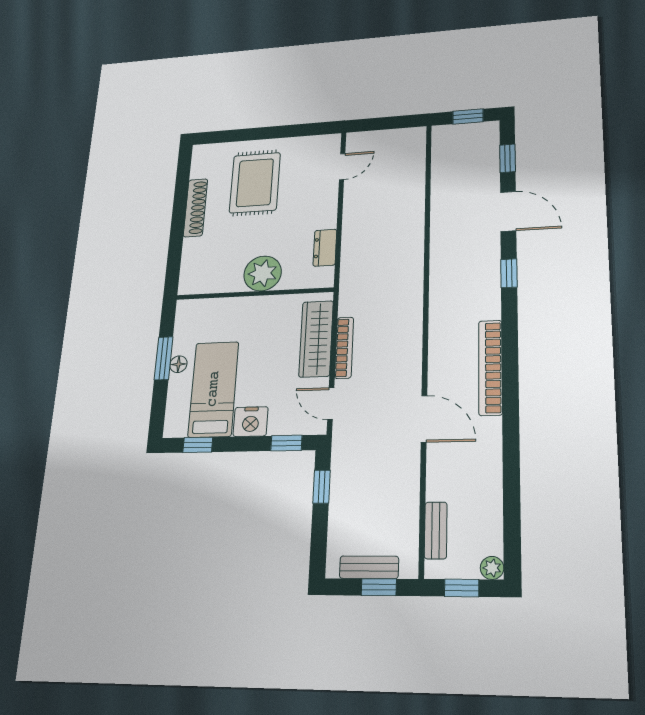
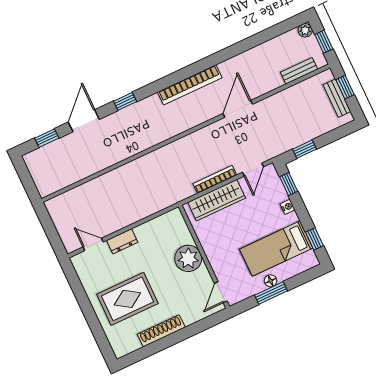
window: (468, 116) -> (26, 178), removed
dresser: (325, 248) -> (122, 241), moved
door: (200, 296) -> (221, 292), added
nightstand: (251, 422) -> (287, 207), width x0.53, depth x0.56

